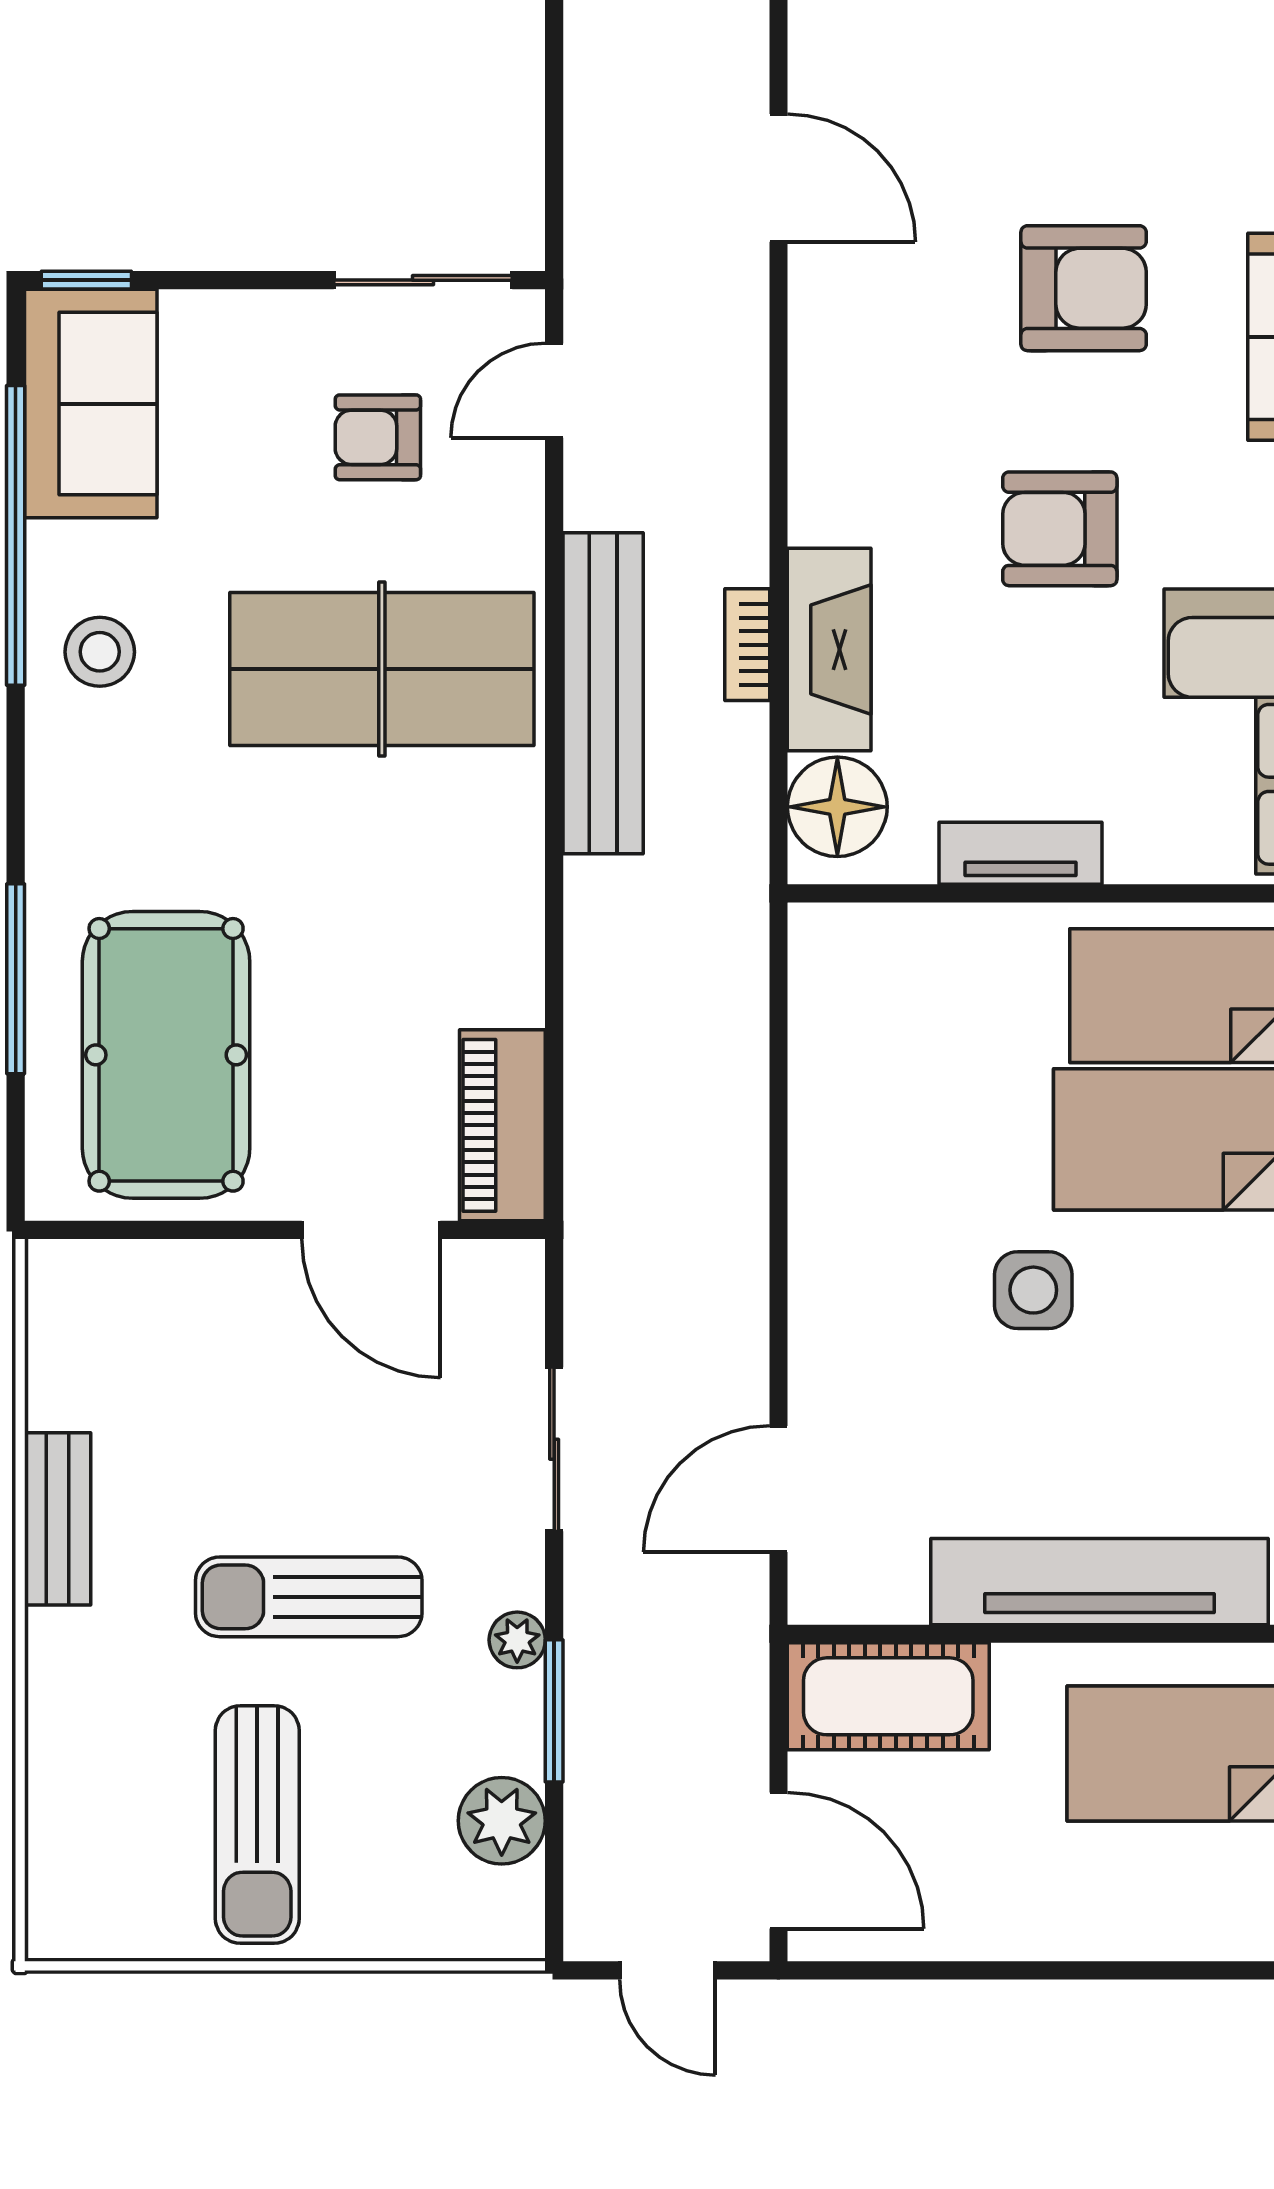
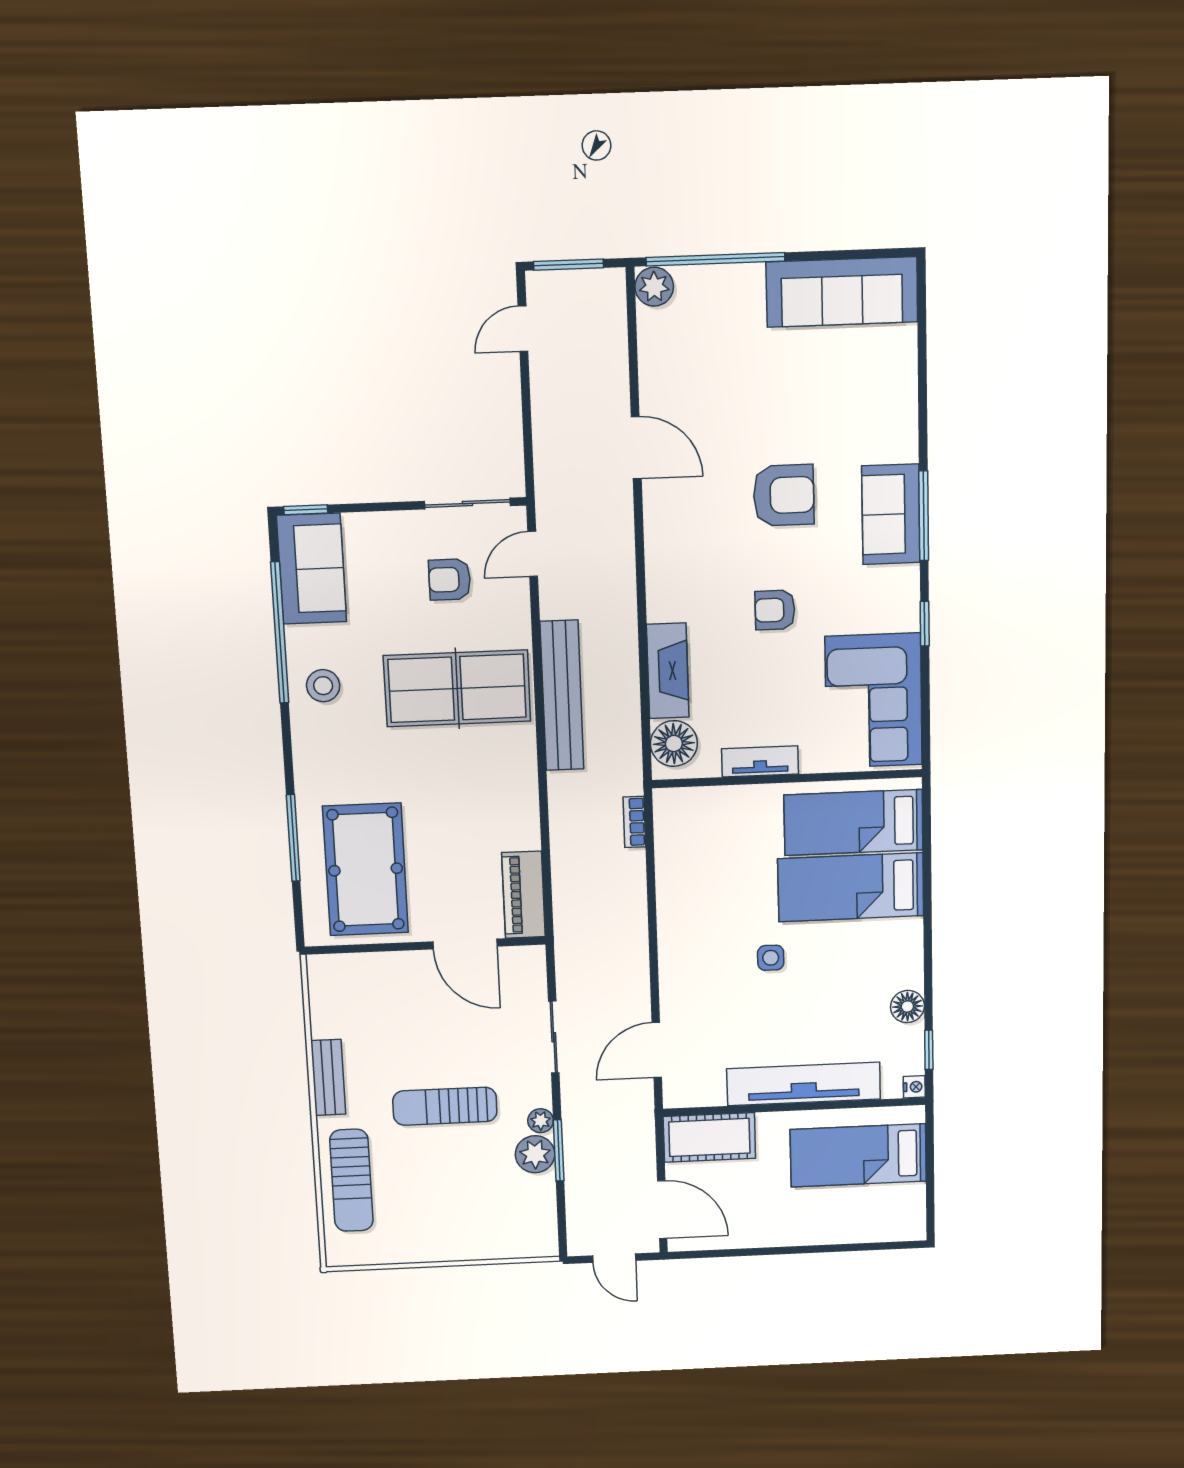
armchair: (1060, 529) -> (775, 610), width x0.72, depth x0.72
bookcase: (747, 645) -> (634, 822), moved
side table: (1033, 1290) -> (771, 958), width x0.73, depth x0.73
plant: (502, 1821) -> (535, 1154), moved
sun lounger: (257, 1824) -> (351, 1180), moved

